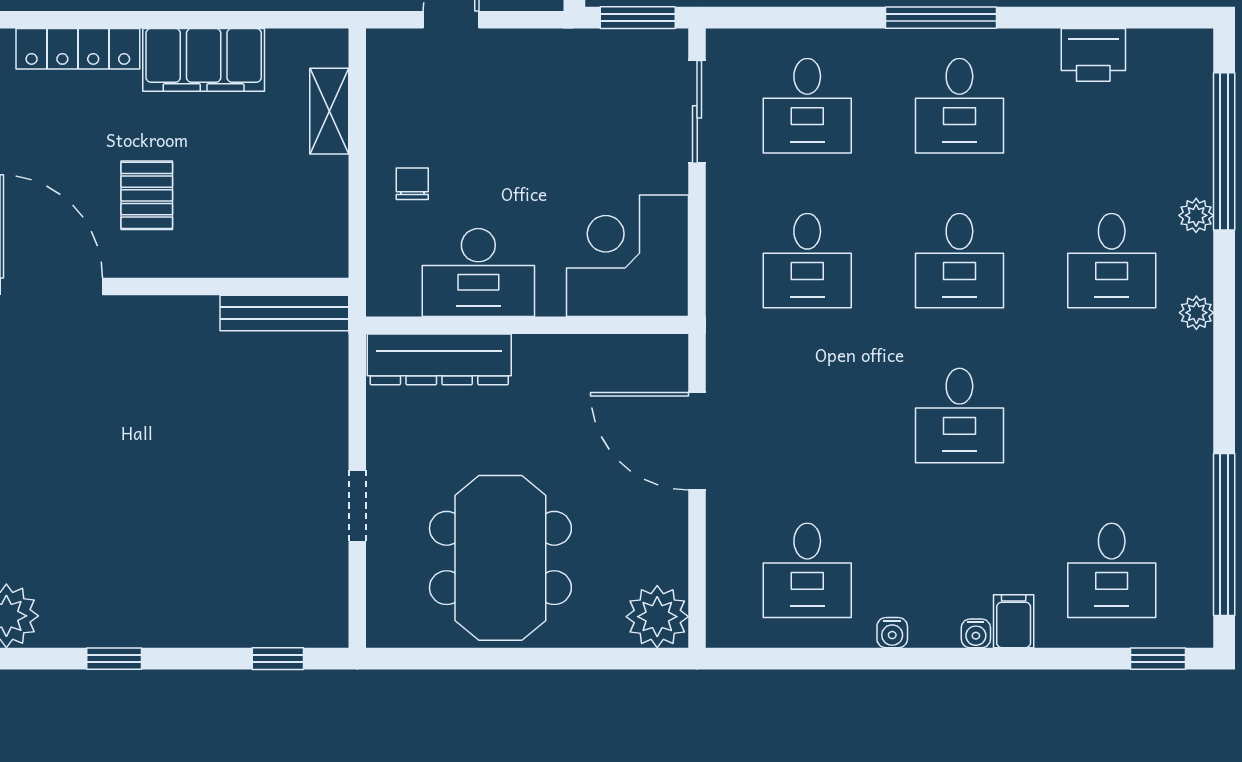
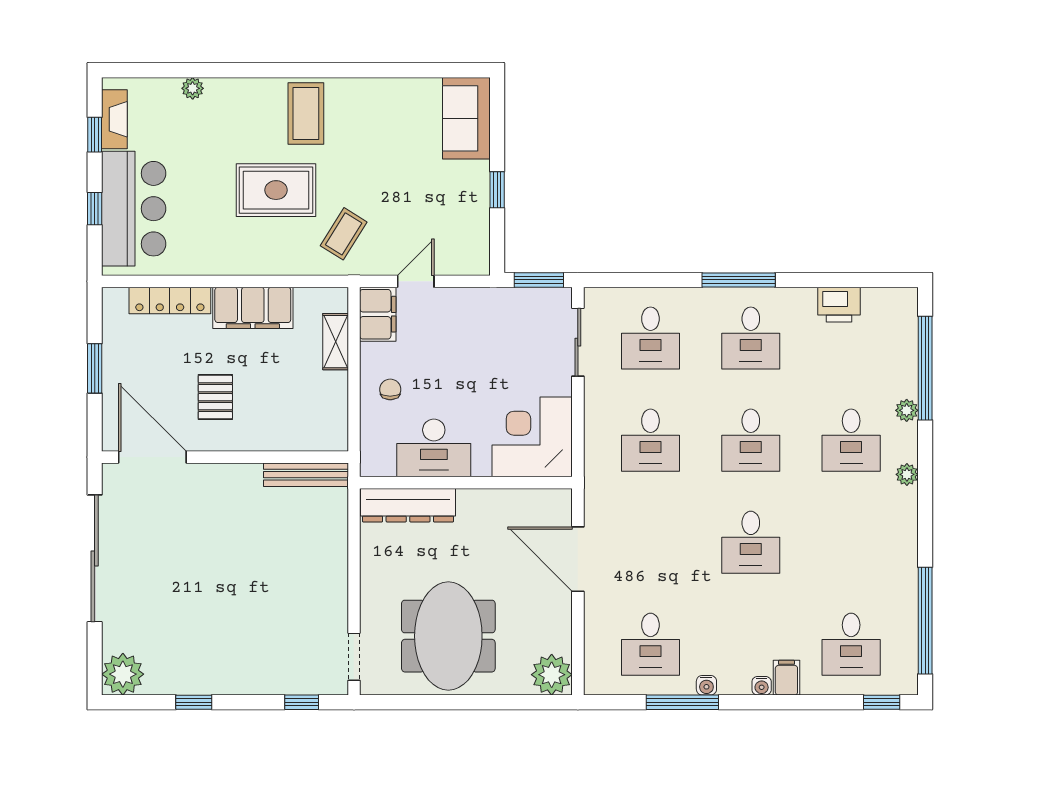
filing cabinet: (393, 70) -> (378, 314), added
doorway: (357, 506) -> (354, 657), moved
window: (856, 659) -> (682, 702), added

